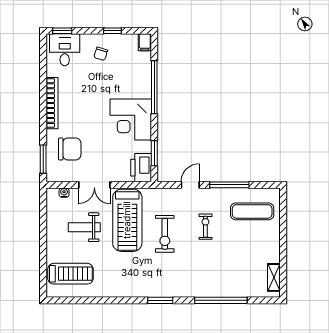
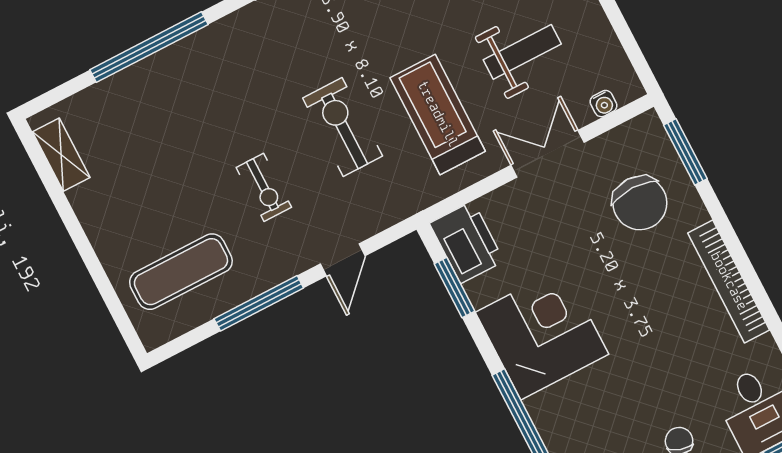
chair: (70, 149) -> (640, 203), turned -90
treadmill: (127, 220) -> (438, 114), width x0.73, depth x0.73

